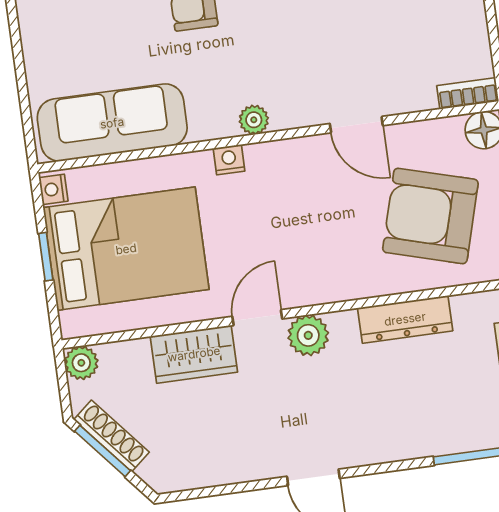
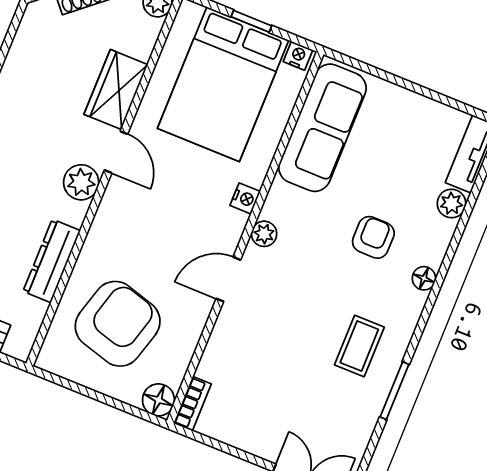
door: (356, 125) -> (228, 279), moved

